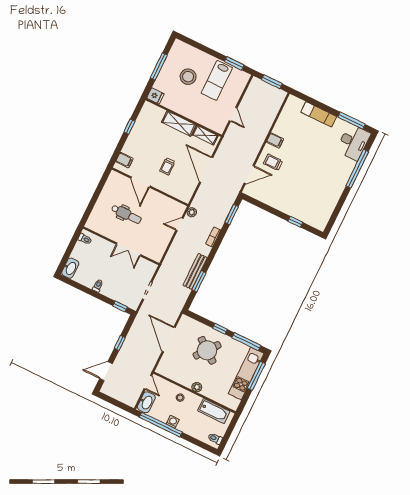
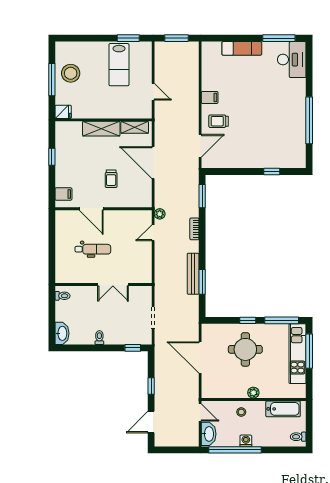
stool: (188, 77) -> (71, 73), moved
window: (357, 169) -> (309, 120), moved
round table: (207, 350) -> (245, 349), turned -38

